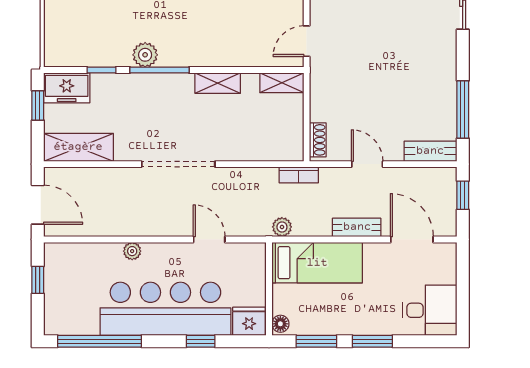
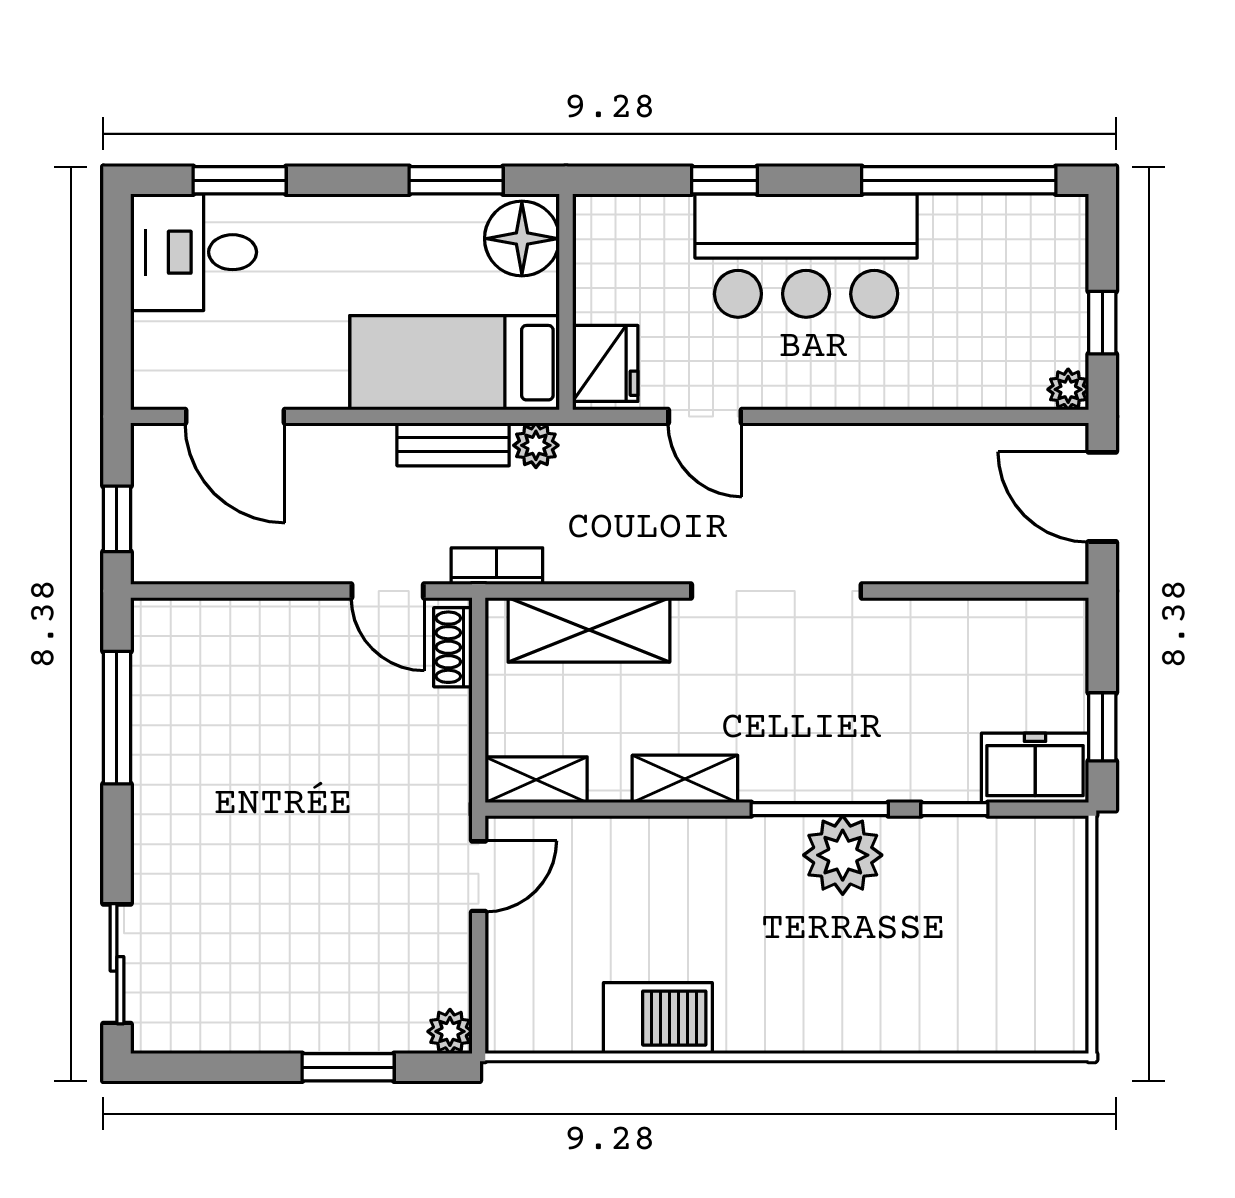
plant: (145, 55) -> (843, 855), width x1.36, depth x1.36
shelving: (78, 147) -> (589, 630), moved
bench: (430, 151) -> (192, 621), removed
door: (367, 164) -> (388, 591), moved
bench: (357, 227) -> (453, 444), moved
plant: (132, 251) -> (1068, 389), moved
bar counter: (165, 309) -> (806, 256), width x0.73
fridge: (249, 321) -> (605, 363), moved, turned -90
floor lamp: (280, 324) -> (522, 239), width x1.89, depth x1.89
window: (372, 341) -> (240, 180), moved

